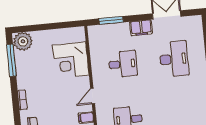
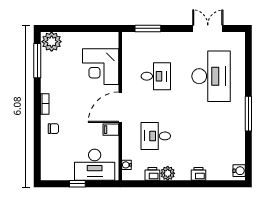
filing cabinet: (141, 28) -> (179, 39), removed
desk: (174, 59) -> (211, 76), width x1.36, depth x1.30
door: (93, 96) -> (120, 107), width x1.88

